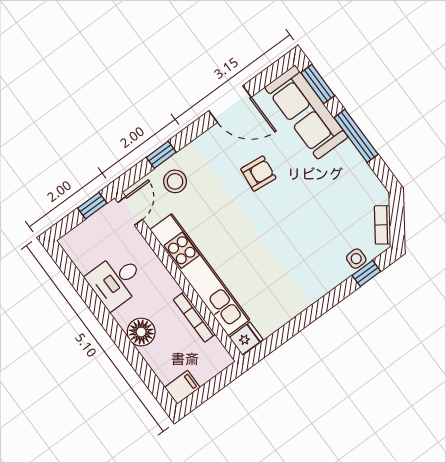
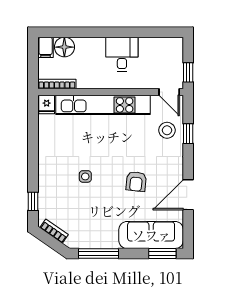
window: (356, 136) -> (98, 254), moved
side table: (356, 259) -> (85, 176), moved
desk: (116, 281) -> (122, 54), moved
bookcase: (194, 317) -> (57, 84), moved
floor lamp: (141, 332) -> (64, 47), moved

